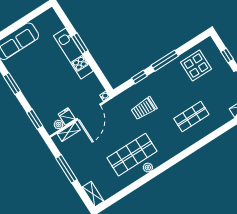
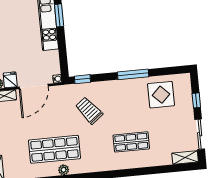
window: (139, 77) -> (82, 79), moved
trolley: (144, 108) -> (89, 110), turned 52

